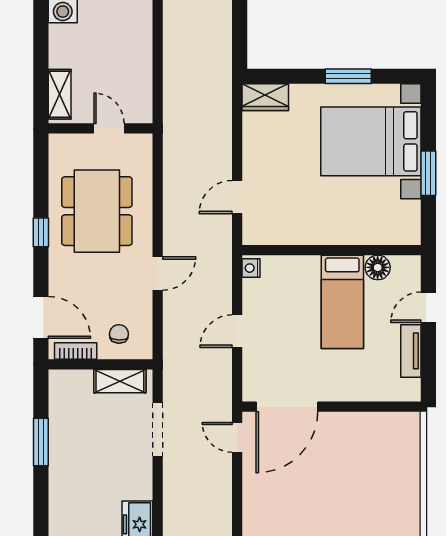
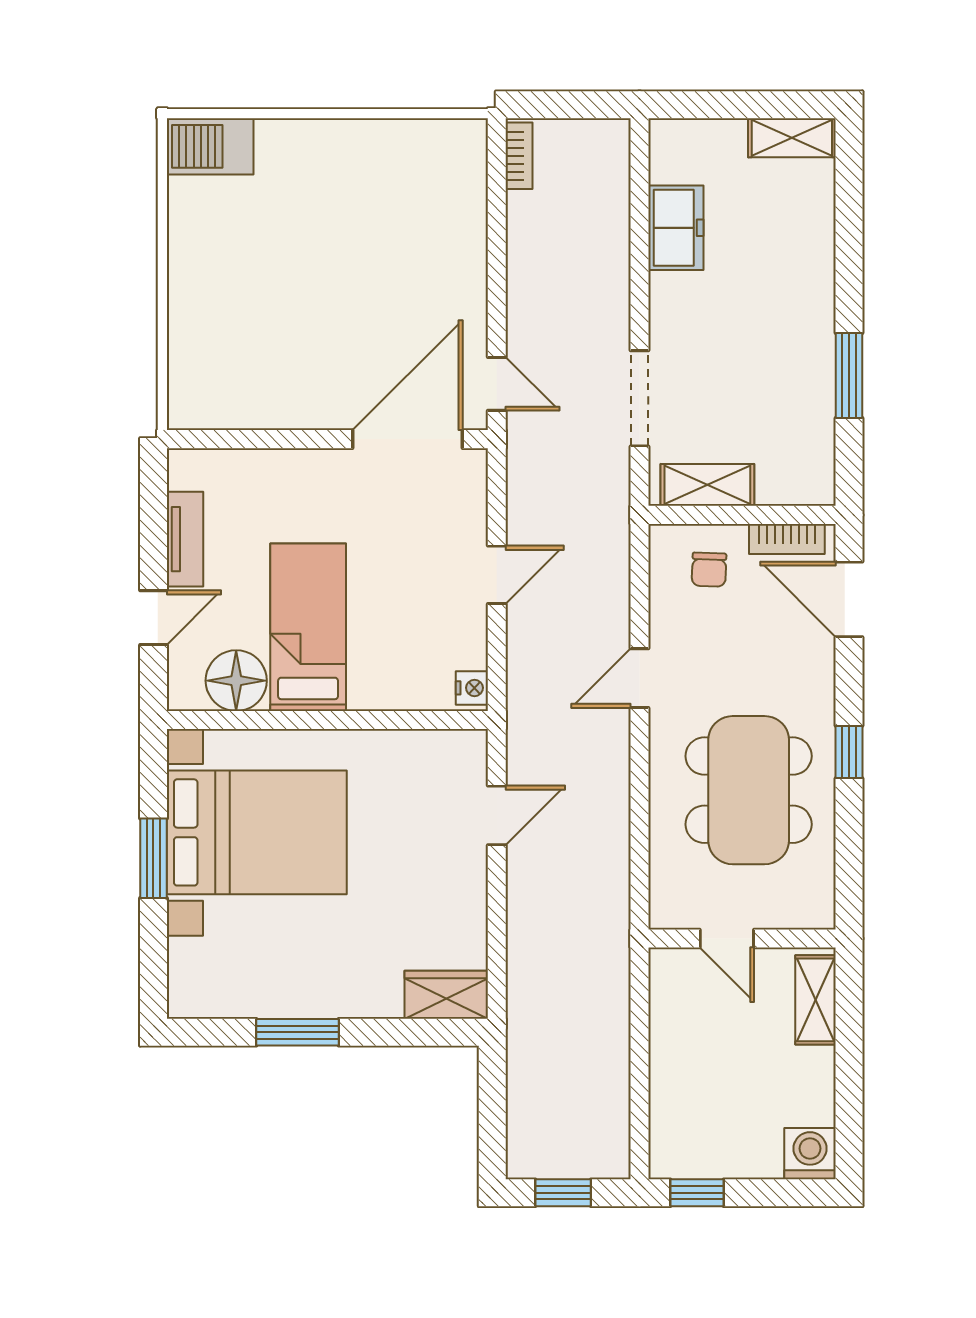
bed with nightstands: (371, 141) -> (257, 832), moved
floor lamp: (378, 267) -> (236, 681), width x1.38, depth x1.38

